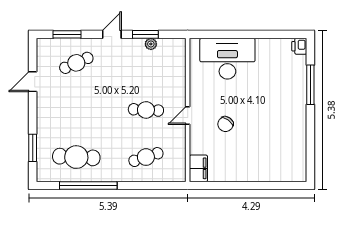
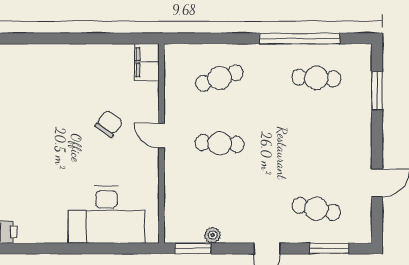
window: (145, 34) -> (193, 248), moved
cafe table: (76, 63) -> (316, 209), turned 36
door: (188, 116) -> (161, 136), swing flipped
cafe table: (76, 157) -> (316, 78), width x0.73, depth x0.74

